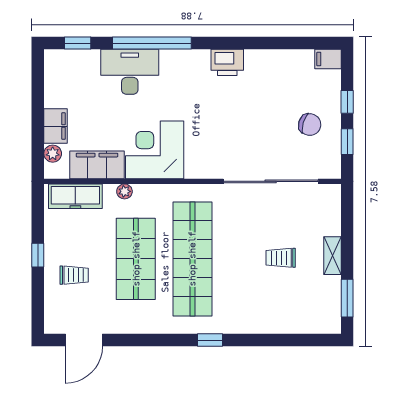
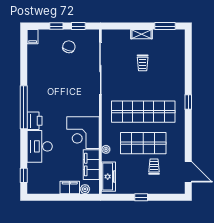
window: (152, 43) -> (24, 107), moved
printer: (227, 62) -> (35, 121), moved
trolley: (74, 275) -> (154, 167), moved

